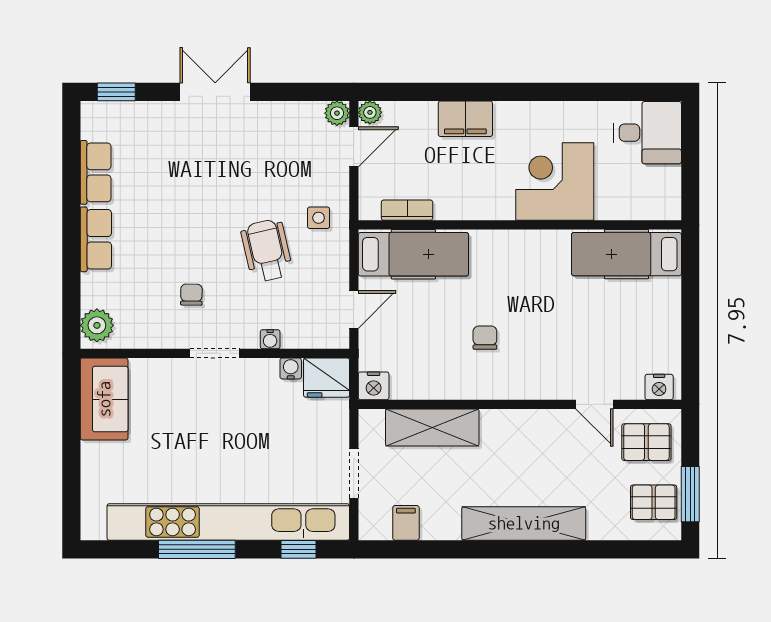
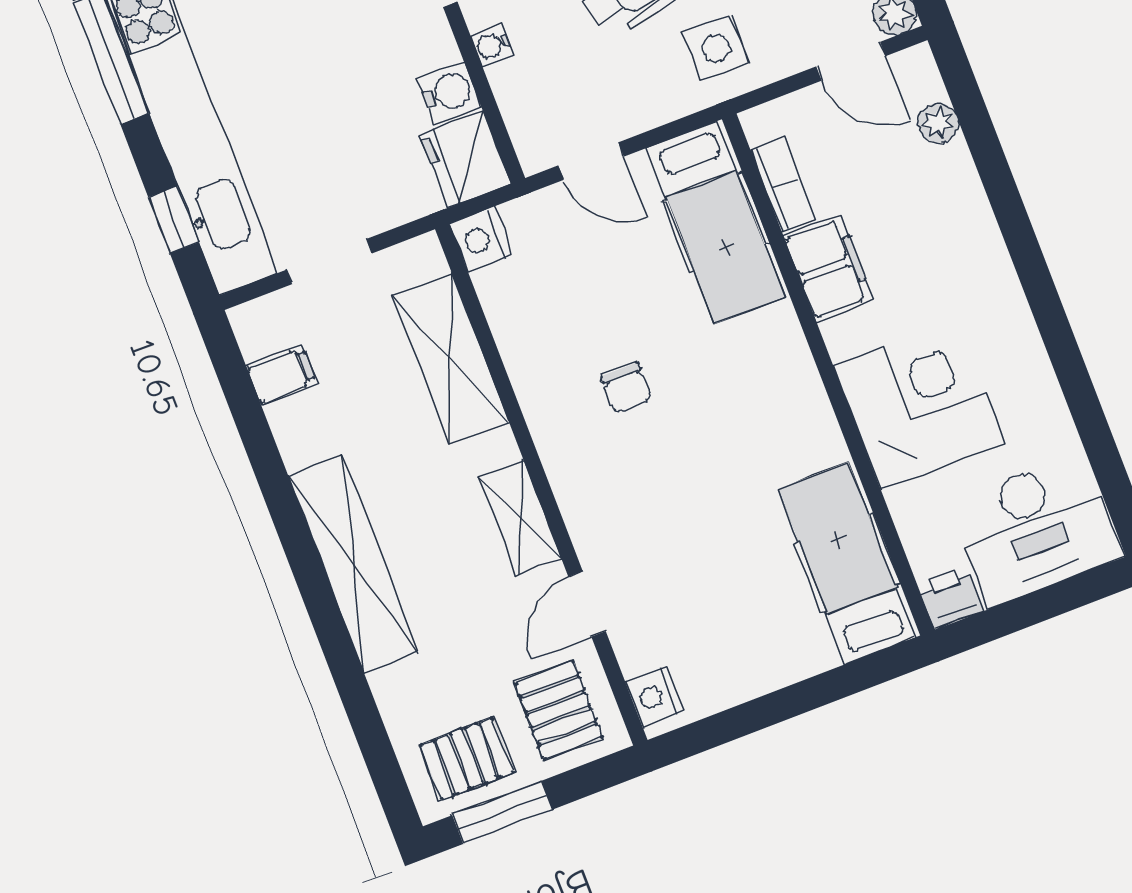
plant: (370, 112) -> (938, 123), moved
filing cabinet: (465, 119) -> (829, 268), moved, turned 180
desk: (648, 133) -> (1036, 529), width x1.37
printer: (667, 205) -> (951, 598), added
side table: (319, 218) -> (716, 48), width x1.37, depth x1.37
chair: (485, 338) -> (626, 388), turned 90
water cooler: (291, 368) -> (449, 92), width x1.38, depth x1.38
shelving: (533, 423) -> (520, 517), added
pallet: (654, 502) -> (467, 759), turned 90

